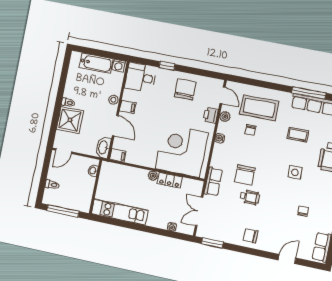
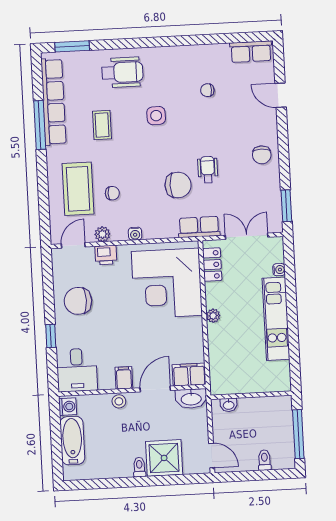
filing cabinet: (118, 155) -> (189, 375), width x2.00
locker: (170, 180) -> (212, 265), moved
double door: (199, 211) -> (247, 236), swing flipped
kitchen unit: (120, 212) -> (276, 319), moved

